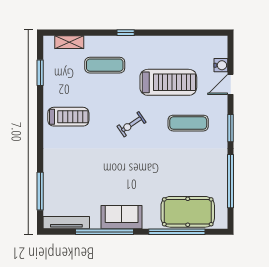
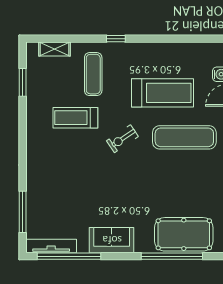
exercise mat: (105, 65) -> (93, 74), turned 90
treadmill: (68, 117) -> (75, 118), moved, turned 180
exercise mat: (188, 123) -> (184, 137), width x1.36, depth x1.45
window: (104, 232) -> (69, 256), moved

